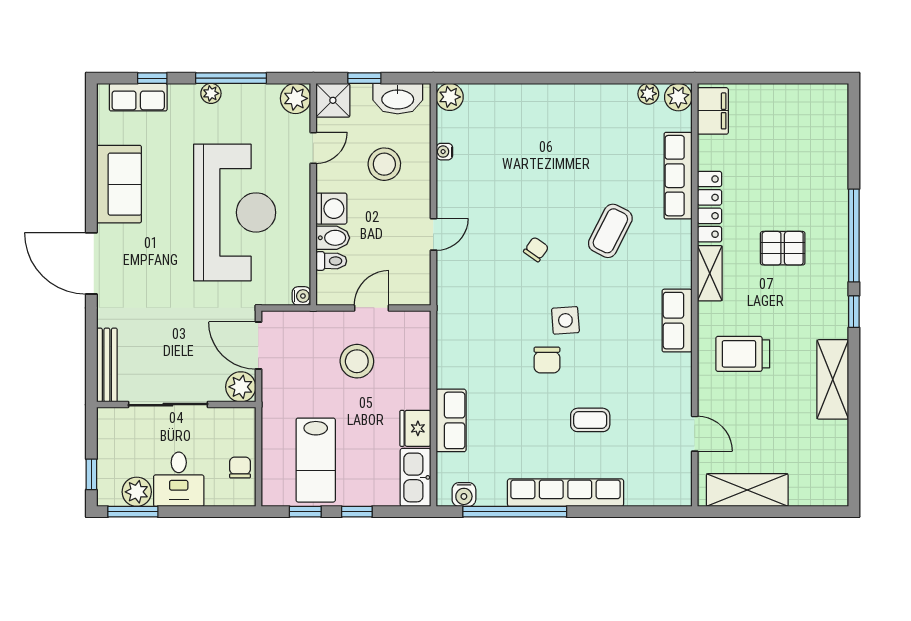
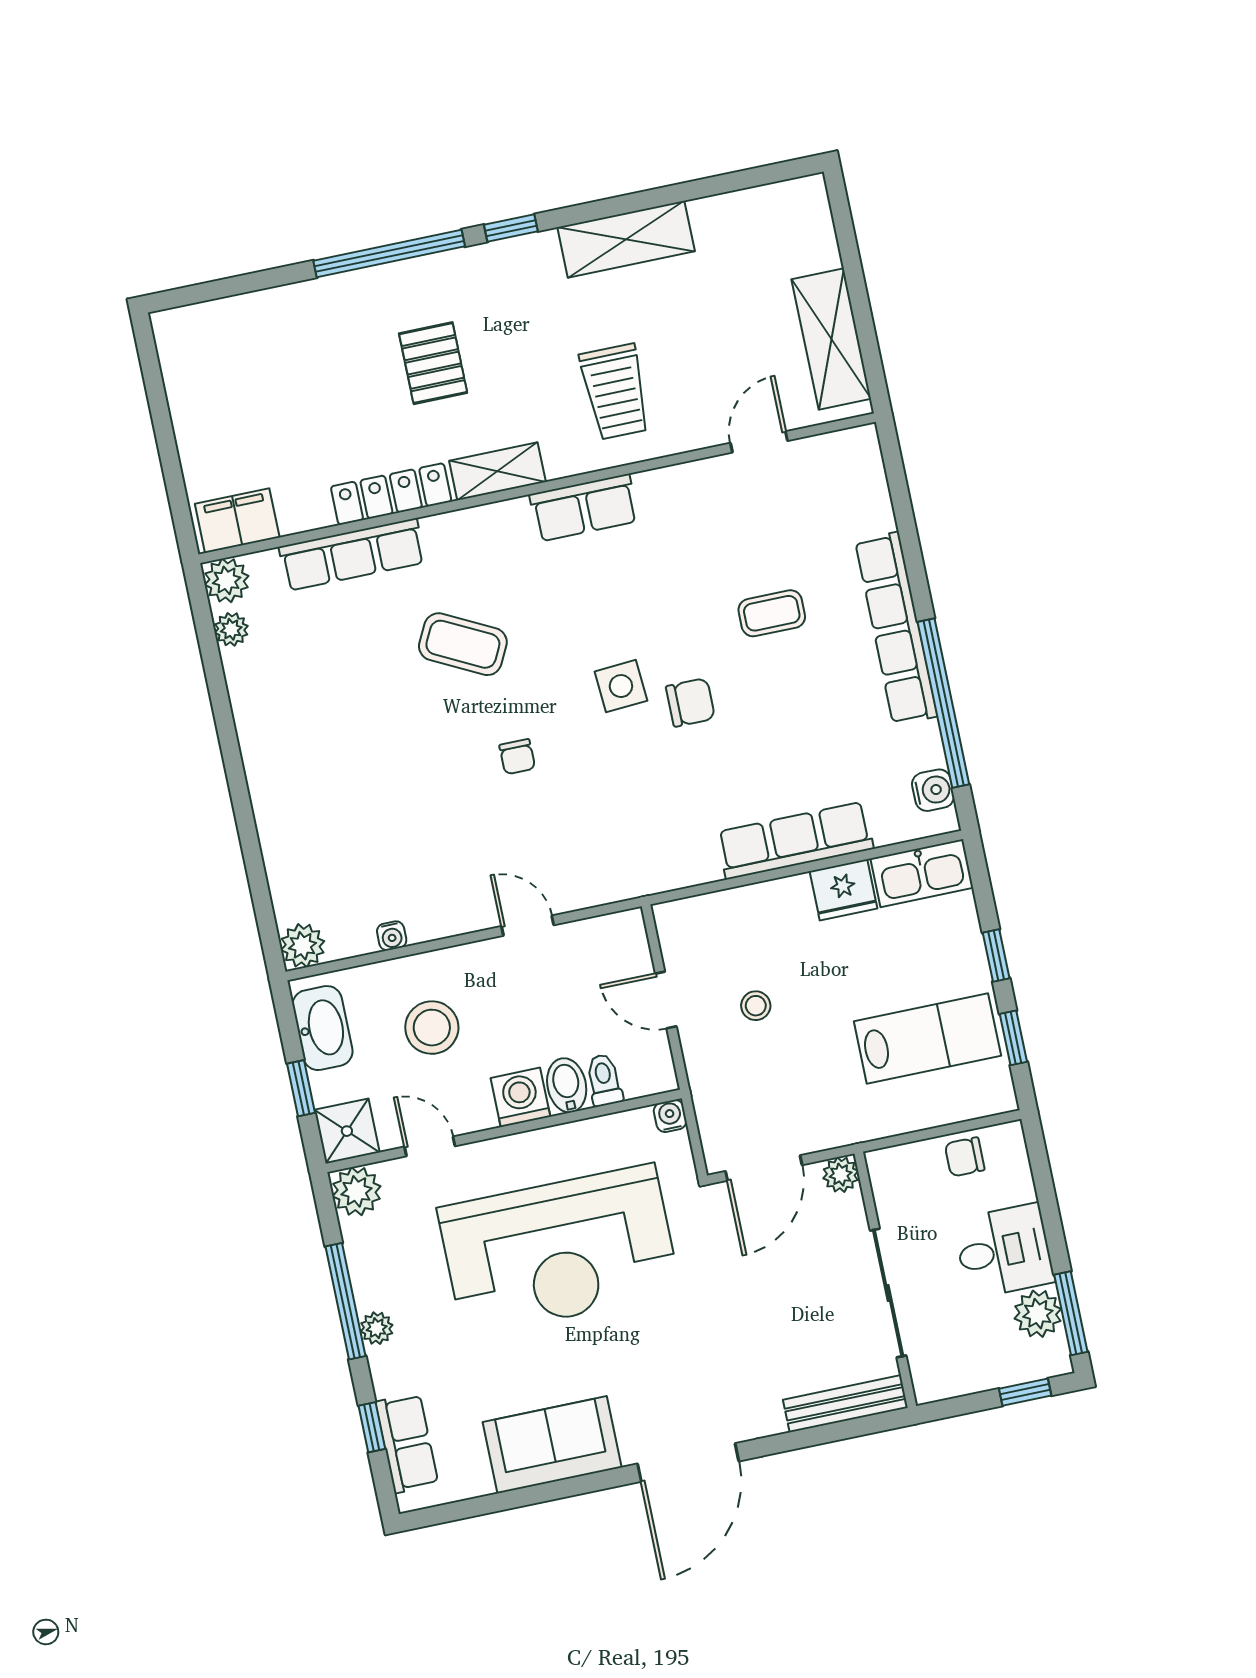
reception desk: (235, 212) -> (559, 1251), turned 180
chair: (536, 249) -> (517, 757), turned -125
stool: (357, 361) -> (756, 1006), width x0.53, depth x0.53
plant: (241, 387) -> (841, 1175), width x0.73, depth x0.73
row of seats: (451, 420) -> (795, 840), width x1.48
coffee table: (590, 420) -> (772, 613), turned 90

